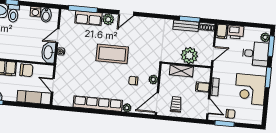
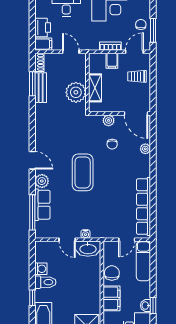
toilet: (13, 13) -> (45, 282), moved
bidet: (46, 15) -> (44, 256), removed
plant: (189, 56) -> (76, 92), moved
row of seats: (98, 104) -> (144, 207), moved
trolley: (176, 104) -> (137, 76), moved

